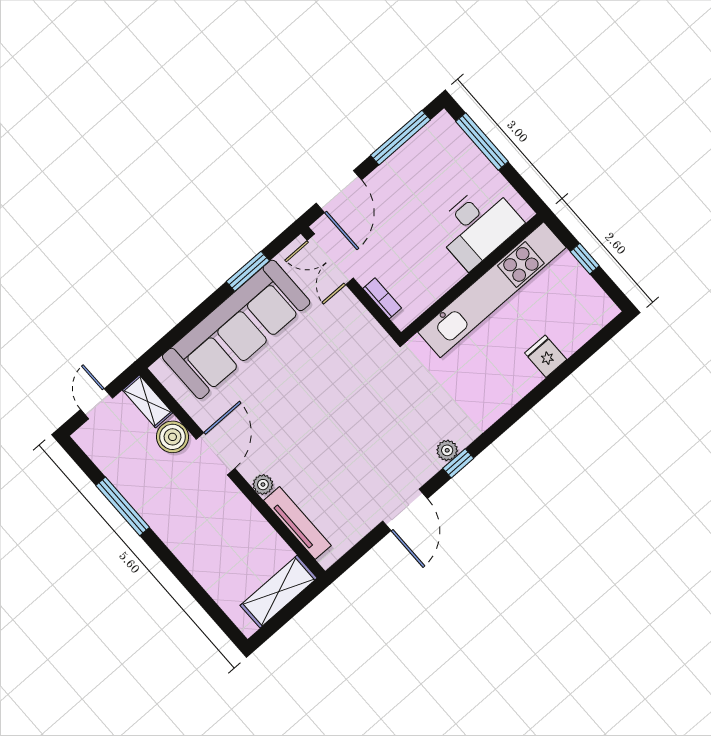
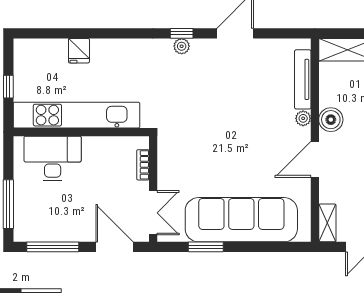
door: (339, 192) -> (114, 247), hinge flipped
boiler: (173, 437) -> (331, 120), moved

